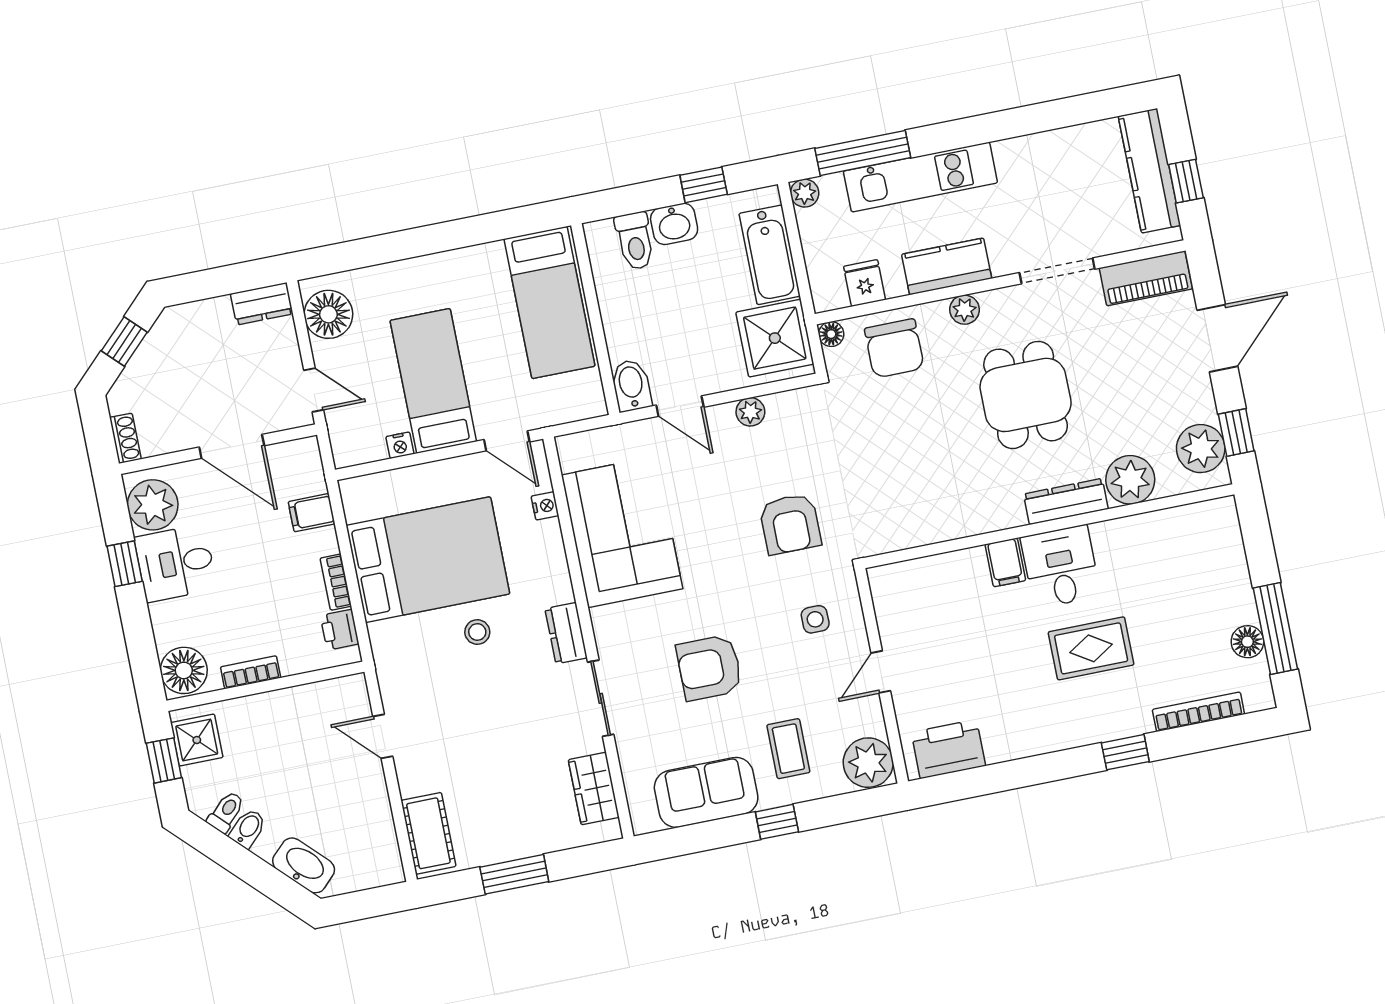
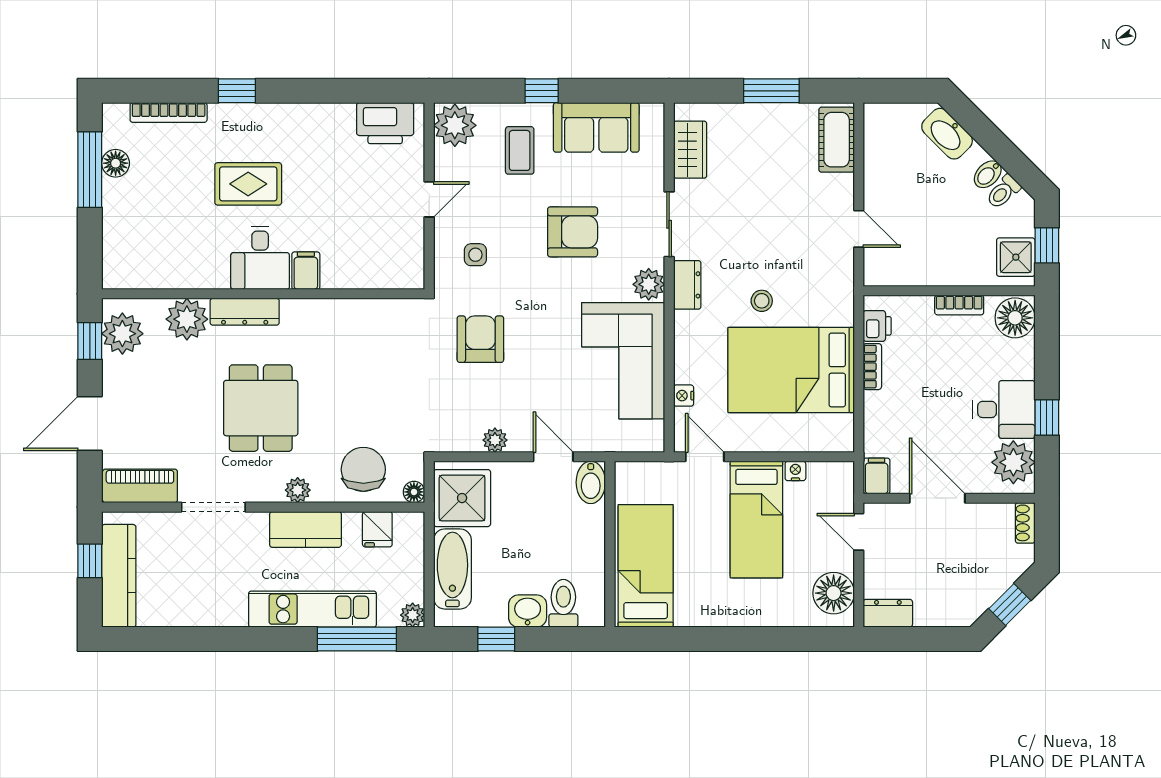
filing cabinet: (312, 513) -> (877, 476), moved, turned -90
plant: (610, 625) -> (649, 284), added

